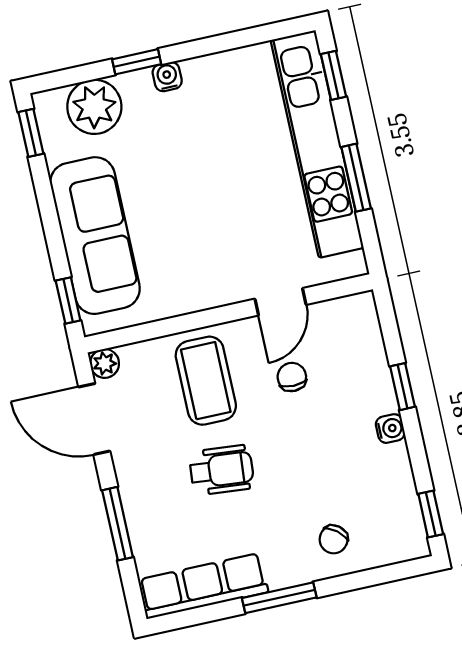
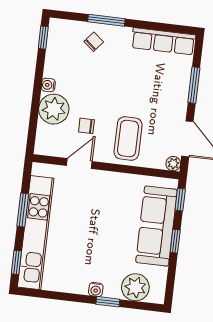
window: (31, 133) -> (175, 241), moved
chair: (292, 377) -> (86, 126), turned 90
plant: (364, 387) -> (54, 109), added
window: (402, 387) -> (35, 103), removed
wheelchair: (222, 470) -> (135, 93), removed
window: (279, 598) -> (106, 20), moved

